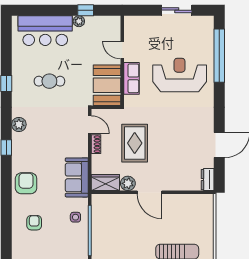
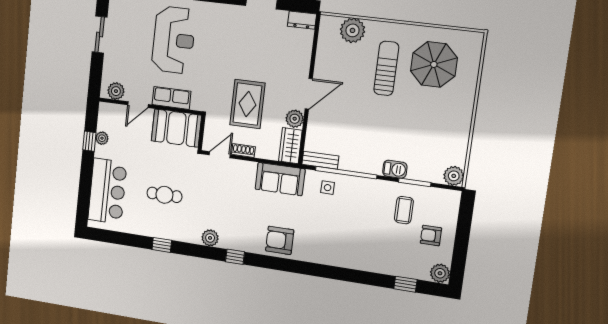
plant: (79, 21) -> (102, 138), moved
plant: (131, 29) -> (116, 91), added
reception desk: (180, 75) -> (174, 40), turned 180
cafe table: (49, 81) -> (164, 195), turned 90
rug: (135, 143) -> (247, 104), turned 90
bench: (97, 208) -> (320, 160), added
plant: (204, 221) -> (353, 30), added
armchair: (34, 223) -> (328, 238), removed

